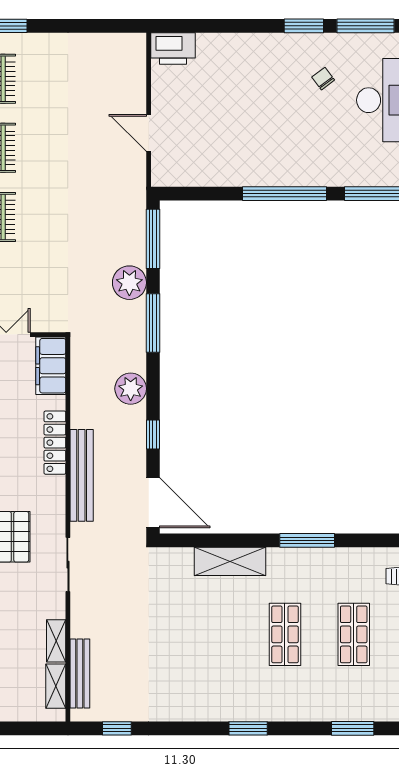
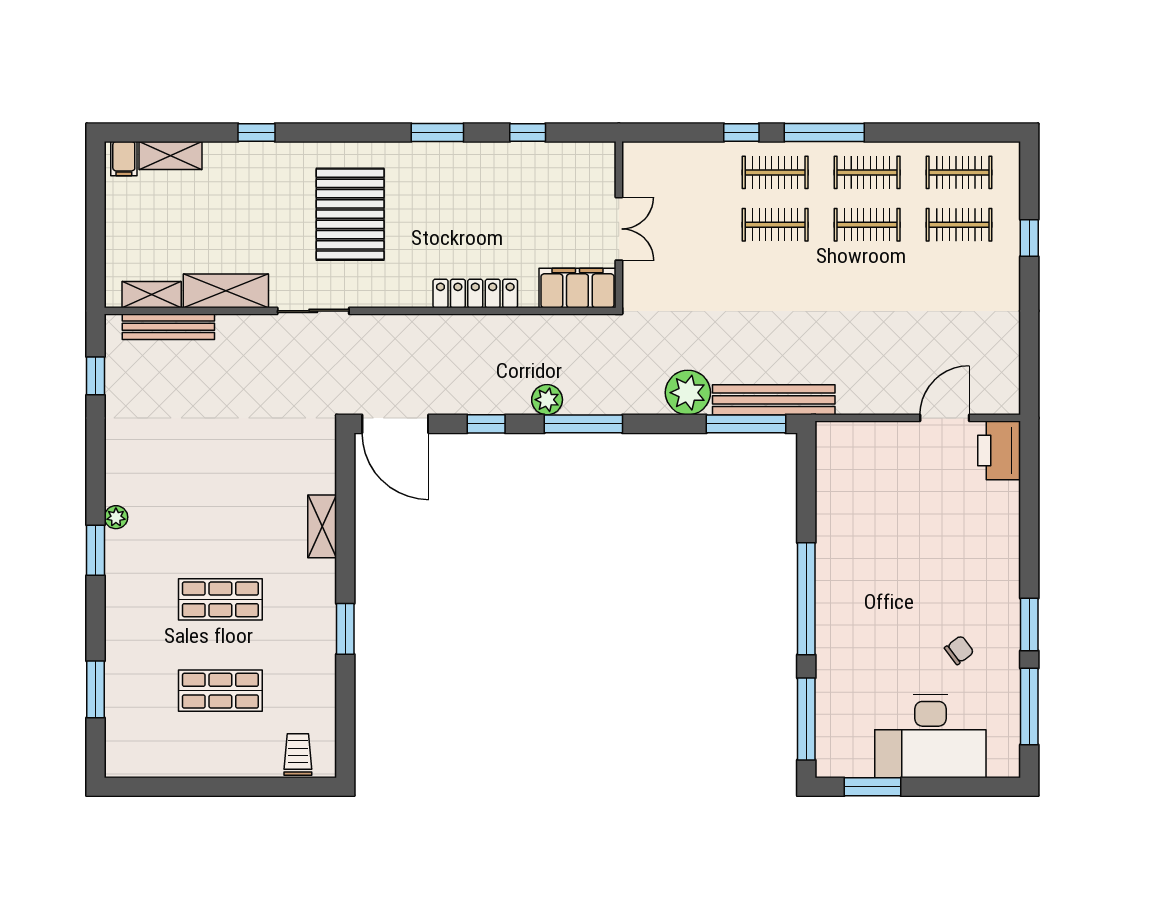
door: (149, 133) -> (945, 418), moved
window: (153, 323) -> (583, 424), moved
plant: (131, 389) -> (547, 400), width x0.73, depth x0.73
bench: (82, 475) -> (774, 400), moved
door: (153, 503) -> (395, 424), hinge flipped
window: (307, 540) -> (345, 629), width x0.69
shelving: (230, 561) -> (322, 526), width x0.67, depth x0.75
shelving: (56, 641) -> (226, 291), width x1.50, depth x1.33
plant: (223, 713) -> (116, 517), added

